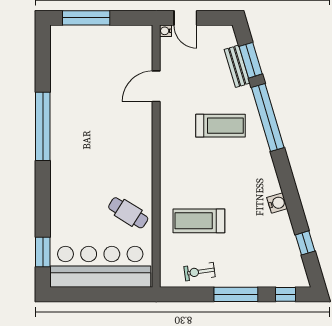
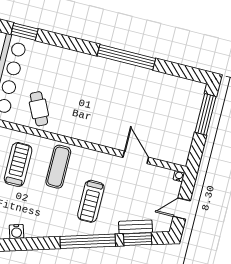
door: (185, 18) -> (182, 209), moved
exercise mat: (190, 173) -> (58, 167), added
cafe table: (128, 213) -> (39, 109), turned -58

